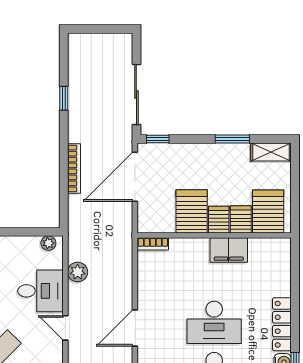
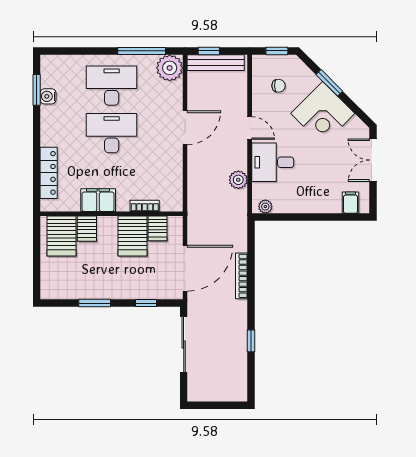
window: (158, 139) -> (146, 303), moved
shelving: (271, 152) -> (59, 291), removed
server rack: (219, 220) -> (158, 228), moved
bookcase: (153, 244) -> (145, 206), moved
locker: (282, 324) -> (49, 173), moved

